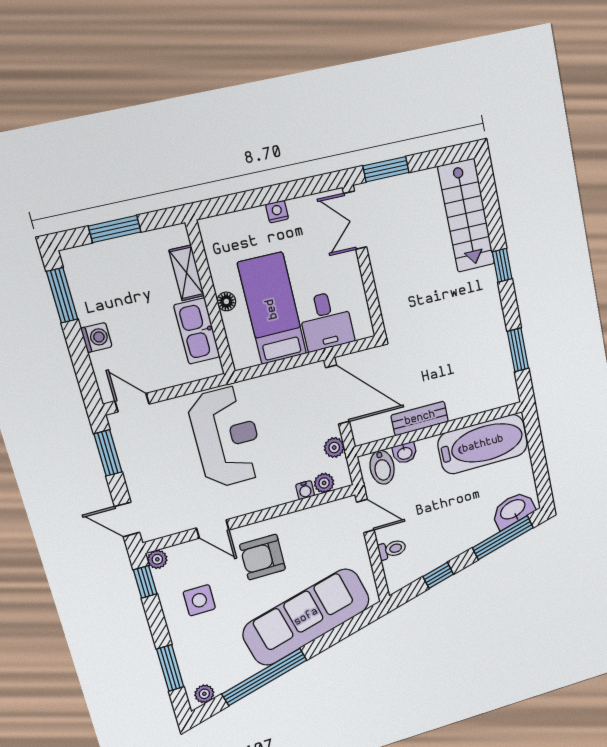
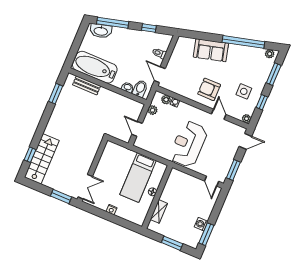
window: (502, 265) -> (30, 155), moved
desk: (326, 321) -> (122, 159), removed
kitchen sink: (197, 331) -> (170, 189), removed
washing machine: (96, 338) -> (201, 224), moved
door: (337, 395) -> (137, 129), width x0.53
bench: (420, 418) -> (87, 85), moved
door: (127, 519) -> (245, 141), hinge flipped
armchair: (263, 557) -> (209, 89), turned 180
window: (145, 582) -> (262, 102), moved
sofa: (306, 617) -> (211, 50), width x0.54, depth x0.79

